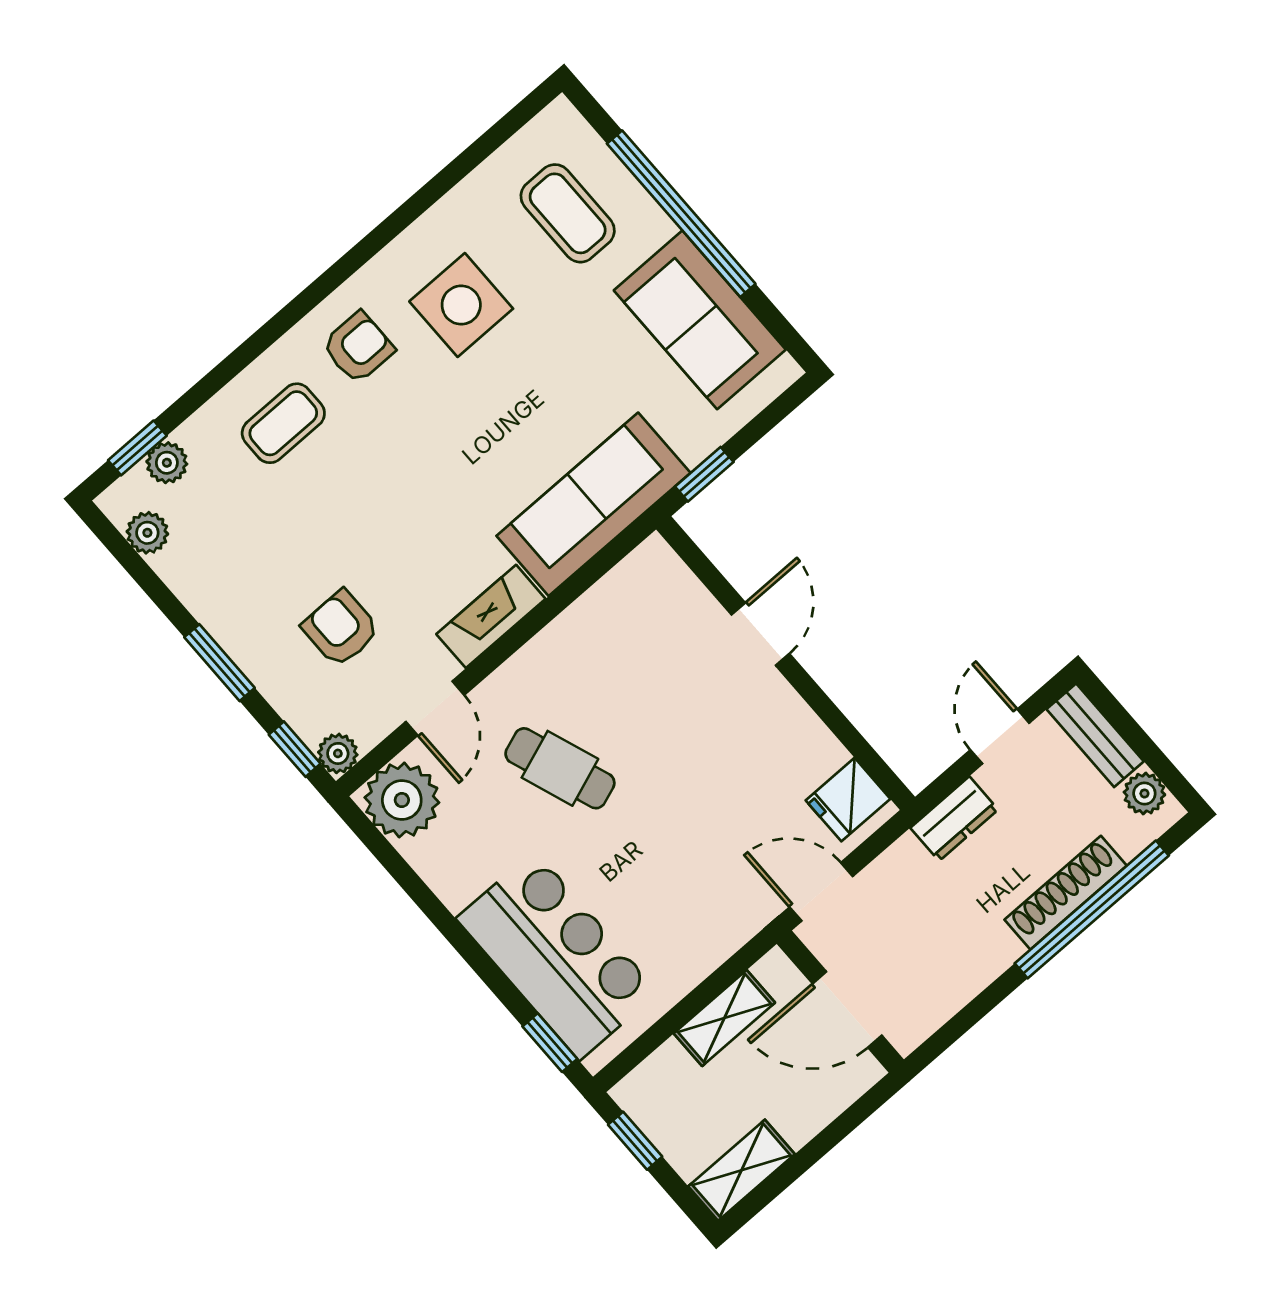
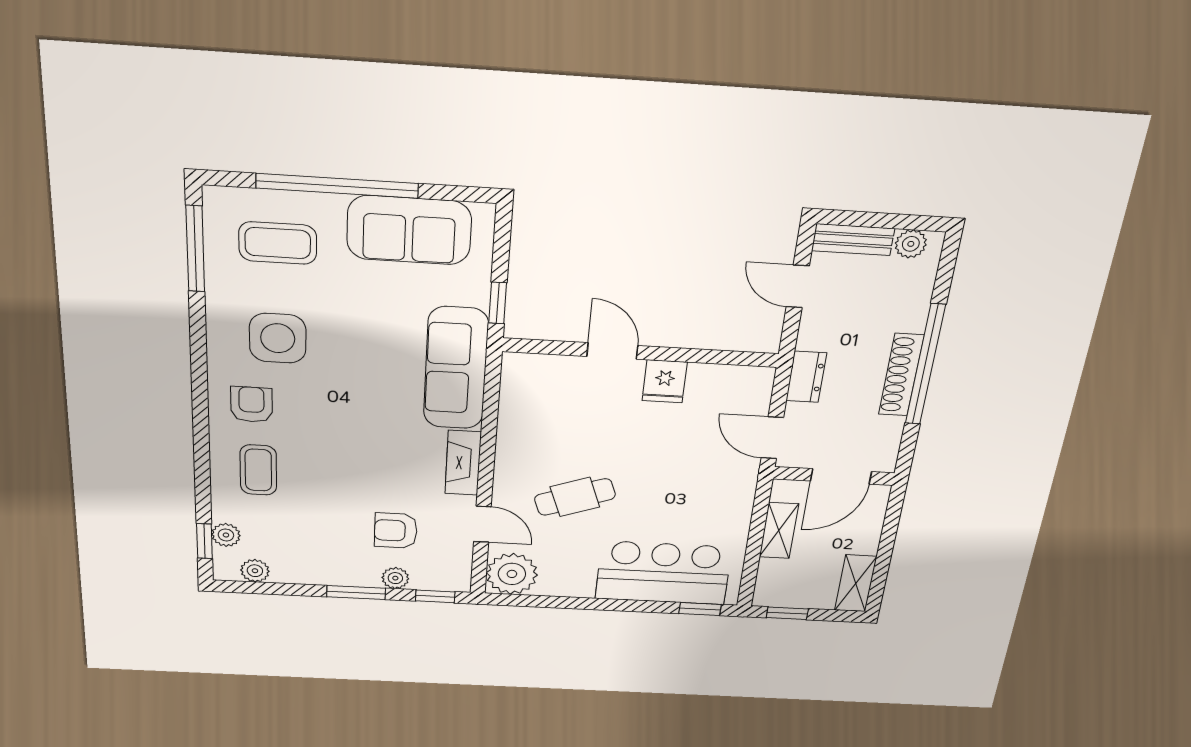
window: (487, 144) -> (195, 249), added
plant: (338, 753) -> (395, 578), moved
fridge: (848, 800) -> (665, 381), moved
dresser: (954, 819) -> (806, 377), moved
door: (821, 892) -> (772, 438), hinge flipped
shoe rack: (1066, 893) -> (901, 375), moved
window: (1092, 909) -> (925, 365), moved

